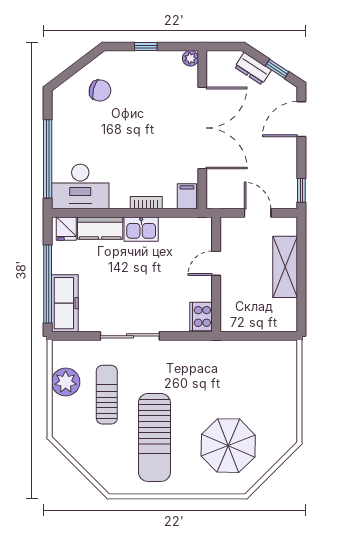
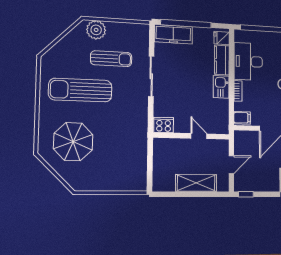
desk: (80, 187) -> (248, 62), moved
plant: (66, 382) -> (96, 30), moved

